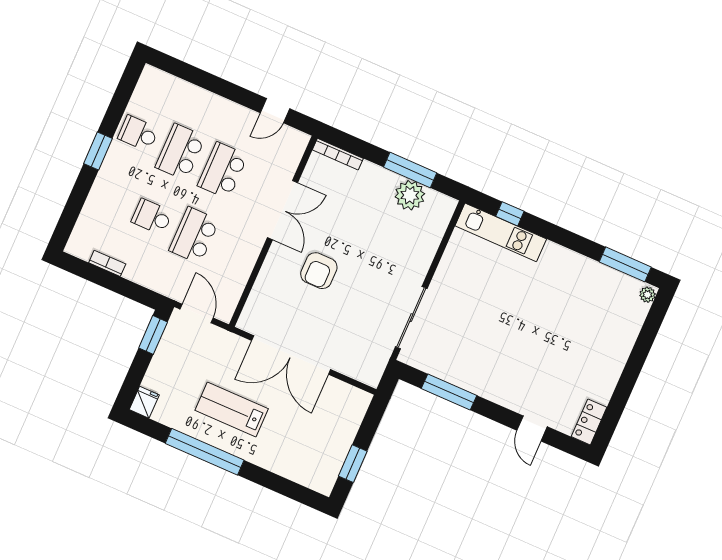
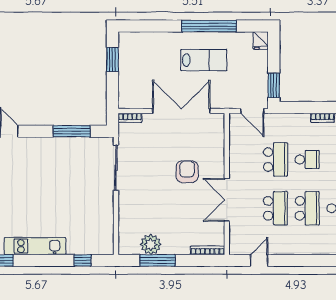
kitchen unit: (501, 232) -> (35, 246), moved
bookcase: (364, 376) -> (130, 118), added

